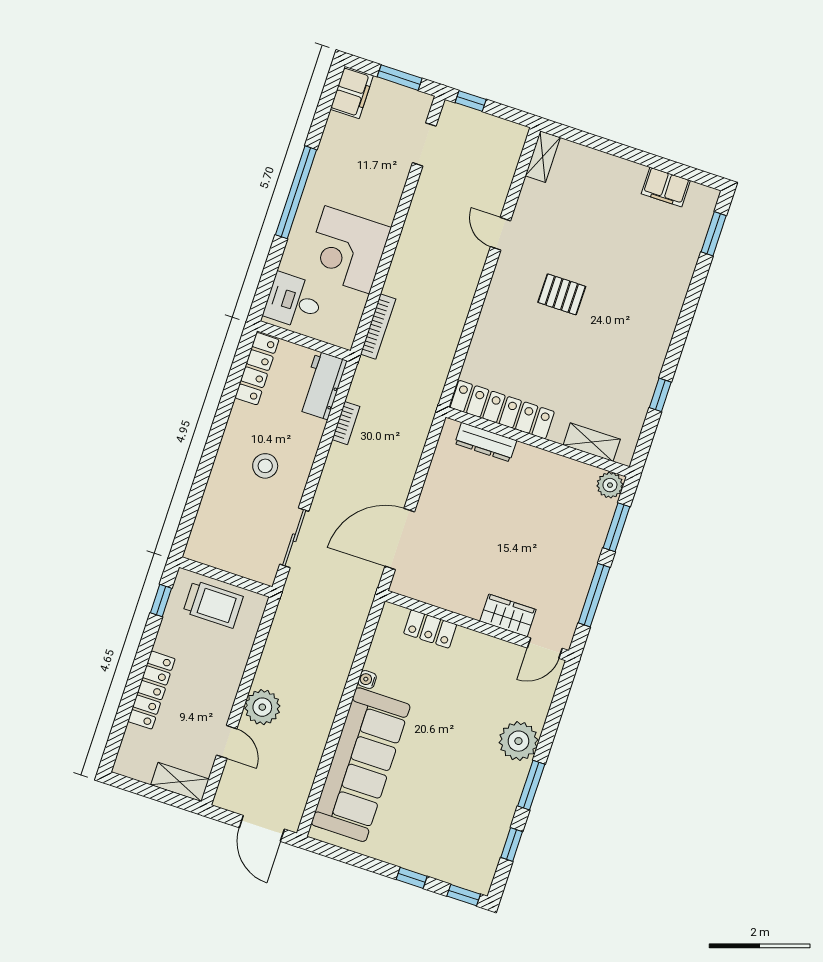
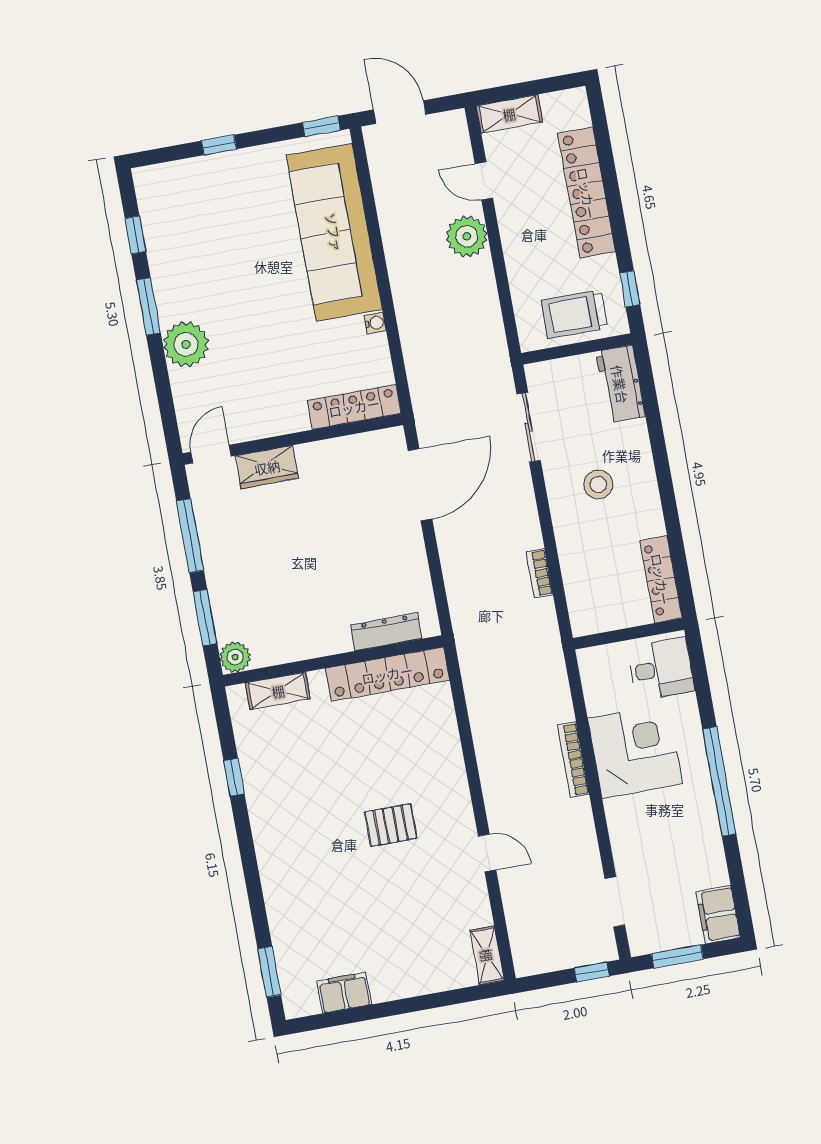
bookcase: (378, 326) -> (573, 760), moved
workbench: (322, 385) -> (620, 384), moved, turned 180
locker: (430, 629) -> (354, 407), width x1.53
locker: (151, 690) -> (587, 193), width x1.41, depth x1.21
window: (464, 895) -> (321, 126), moved

